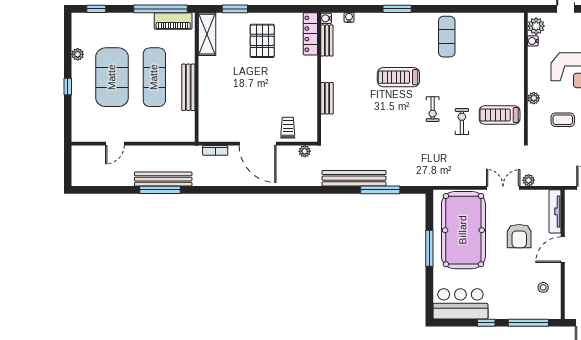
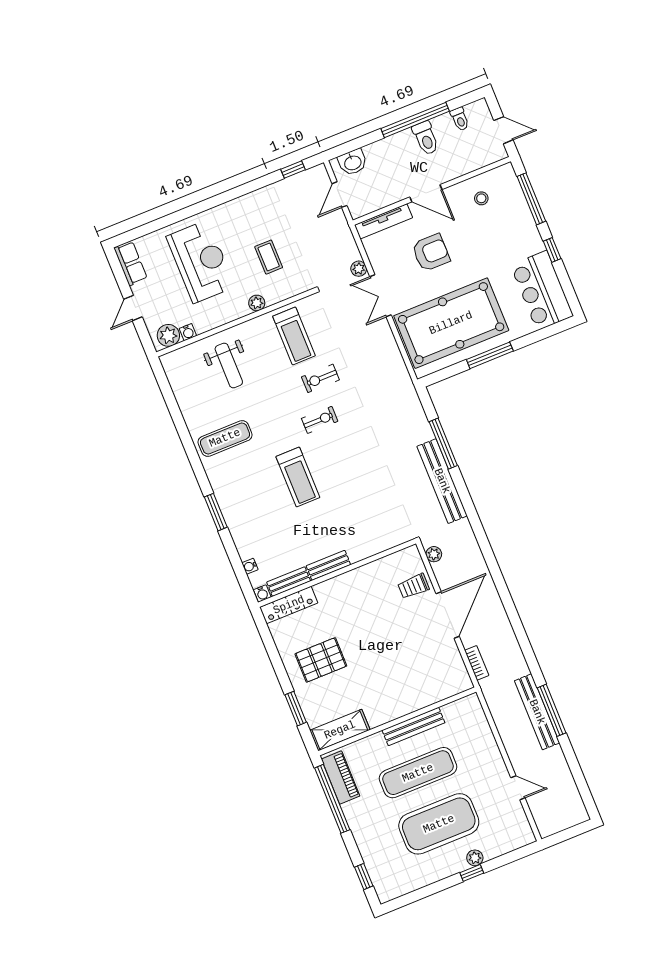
plant: (78, 54) -> (475, 858), moved
weight bench: (497, 60) -> (229, 366), added
bench: (327, 98) -> (328, 565), moved

